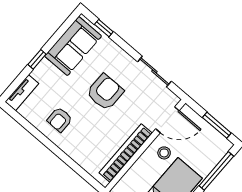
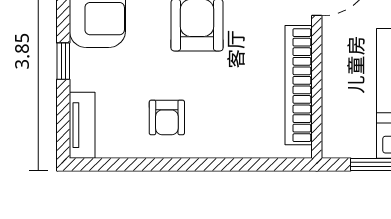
stool: (164, 153) -> (352, 39), removed

